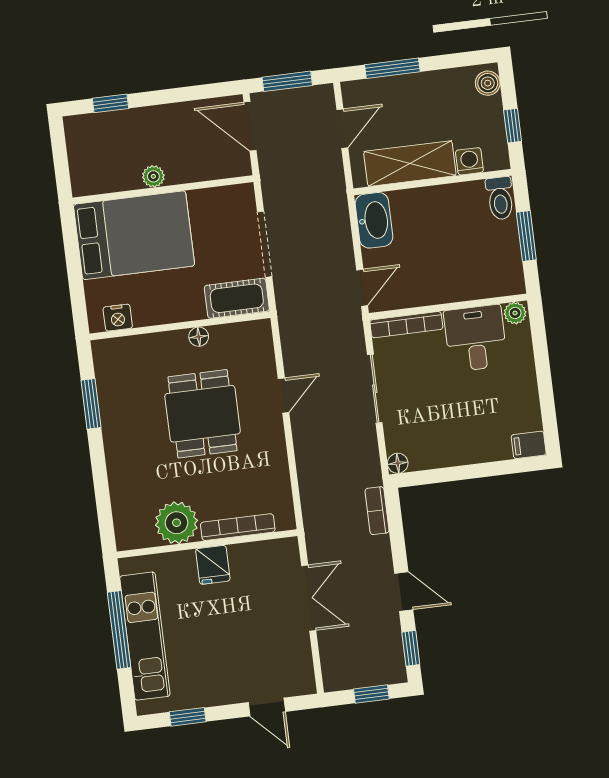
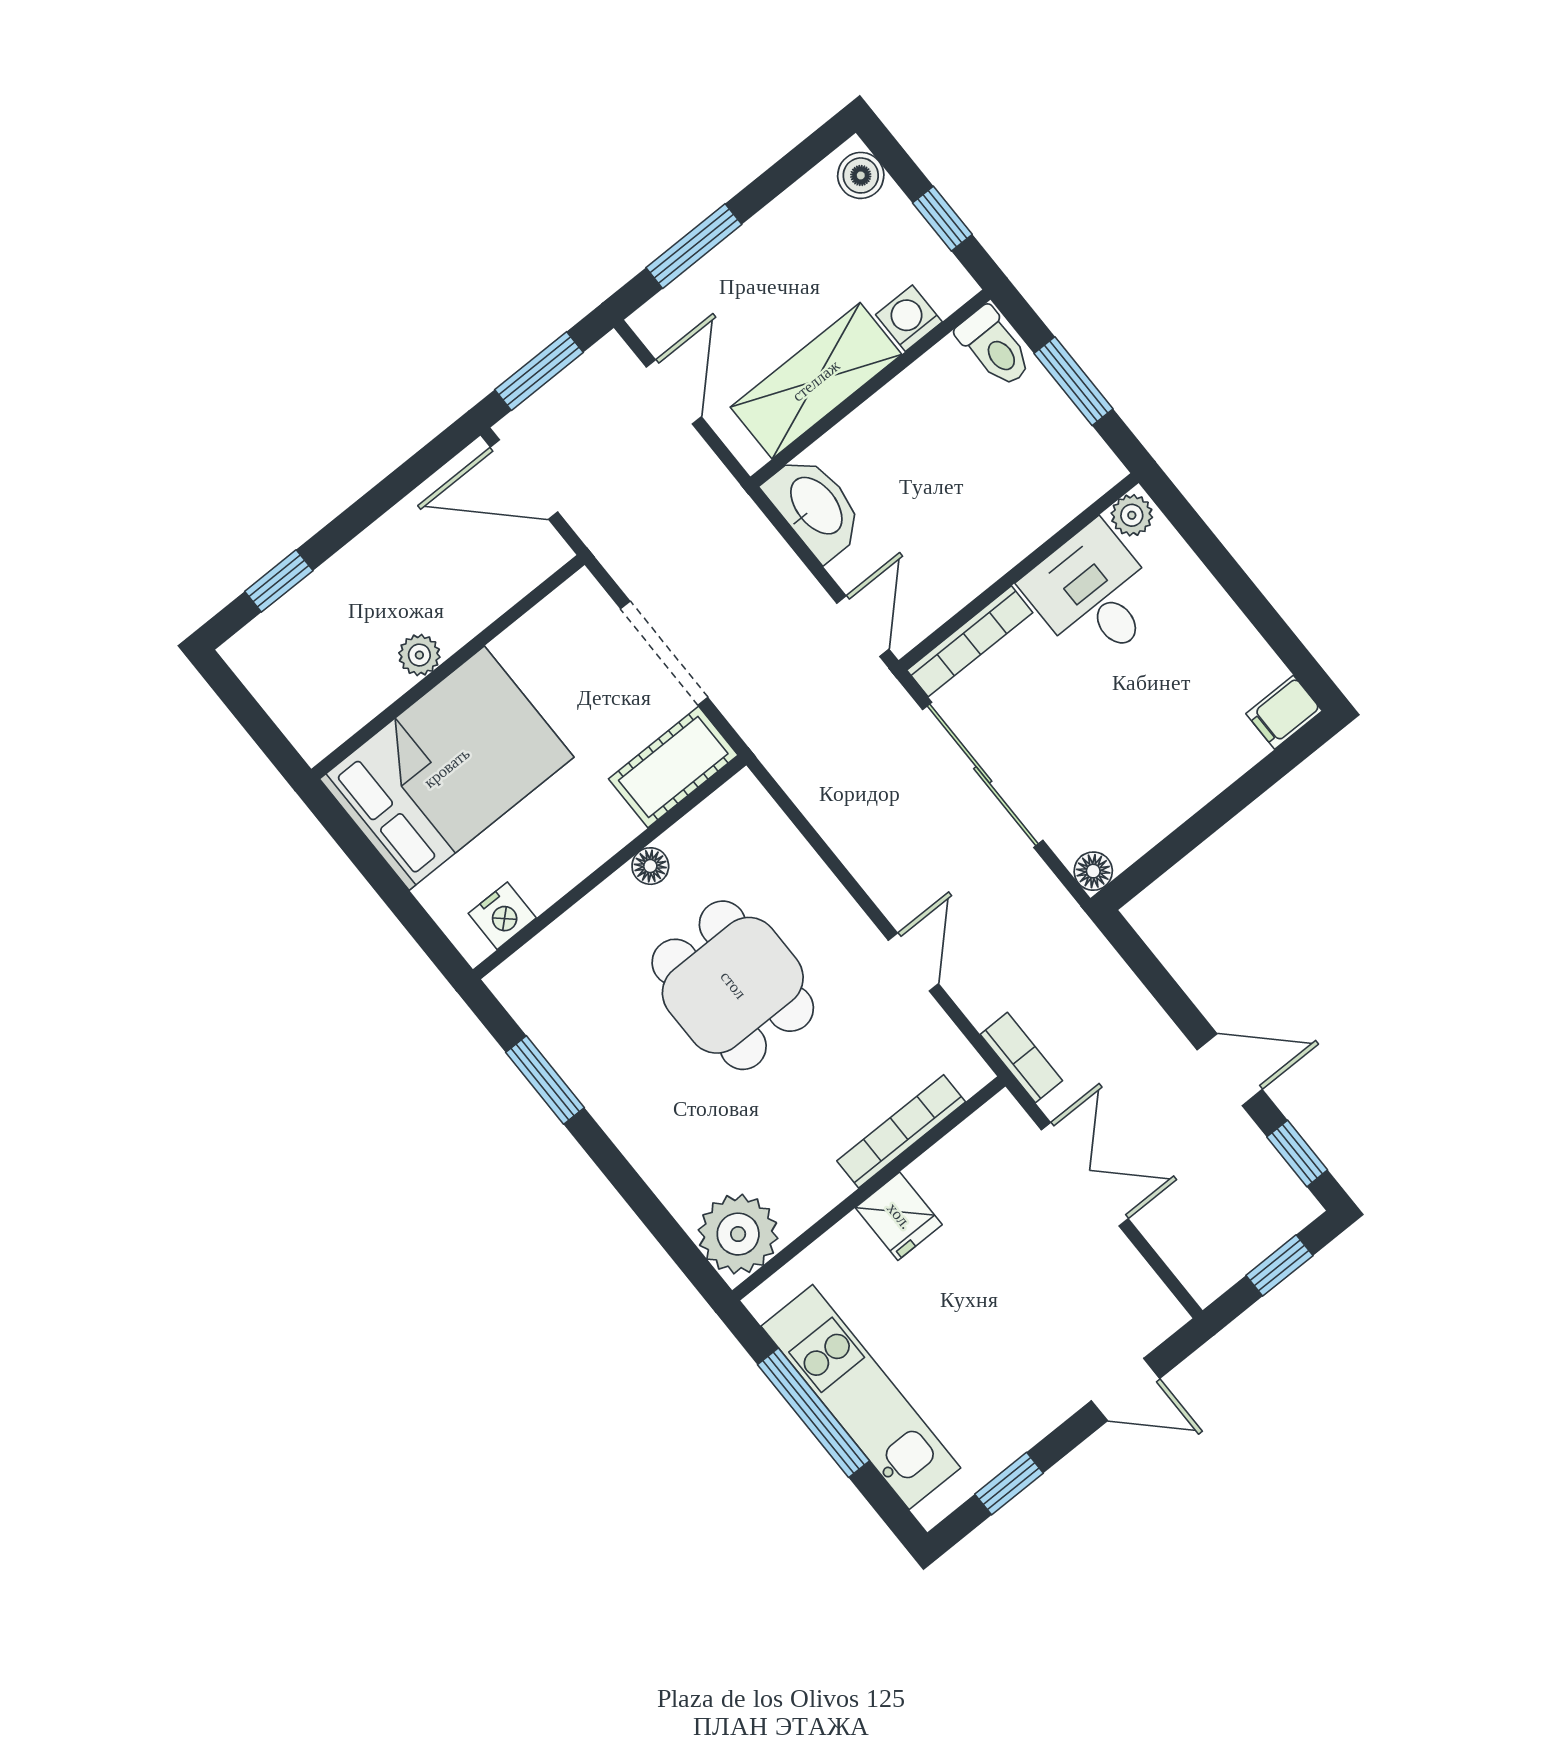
sliding door: (375, 389) -> (983, 775), width x1.37
door: (284, 395) -> (913, 962), moved
bookcase: (377, 511) -> (1021, 1058), moved, turned 180
plant: (177, 523) -> (738, 1234), moved

